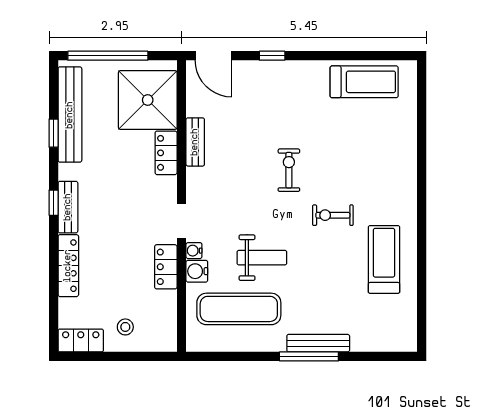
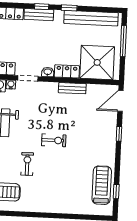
window: (108, 56) -> (123, 41), width x0.68
window: (374, 56) -> (116, 191), added
treadmill: (364, 82) -> (102, 185), turned 180
window: (54, 133) -> (69, 8), moved
washbasin: (169, 187) -> (48, 72), added

